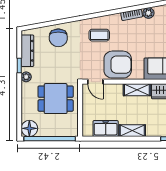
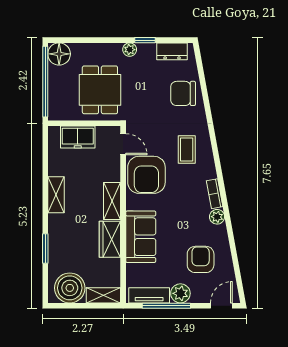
dresser: (27, 51) -> (172, 51), width x0.70
door: (95, 82) -> (123, 144), swing flipped
freezer: (106, 129) -> (78, 137), moved, turned 90

